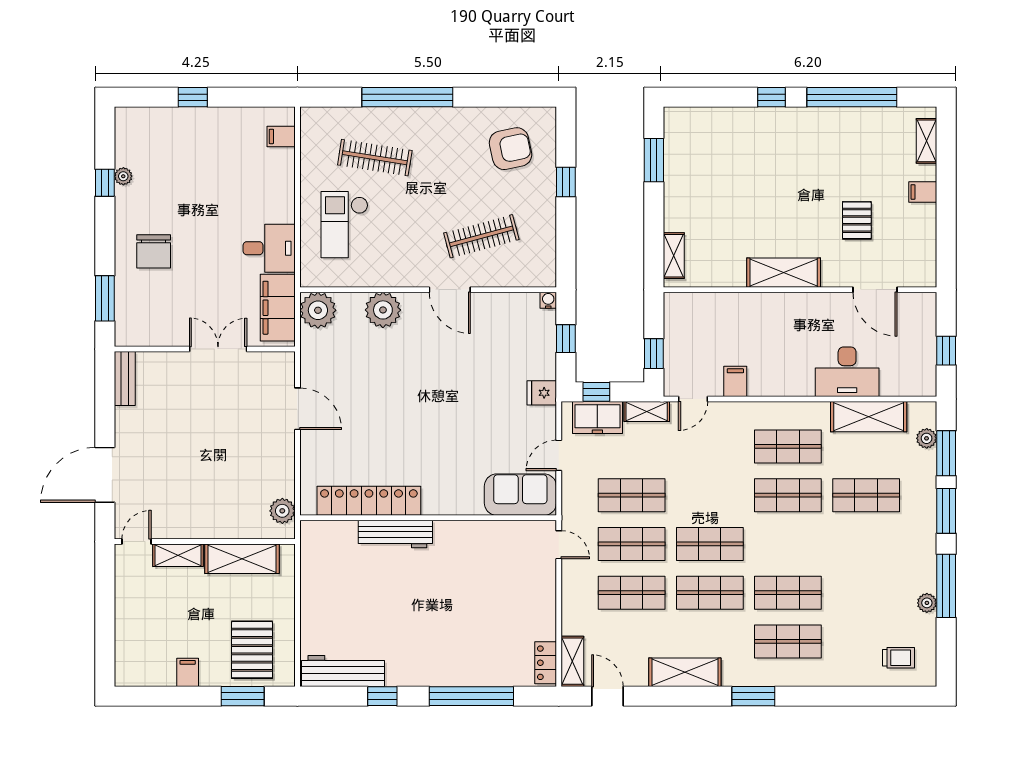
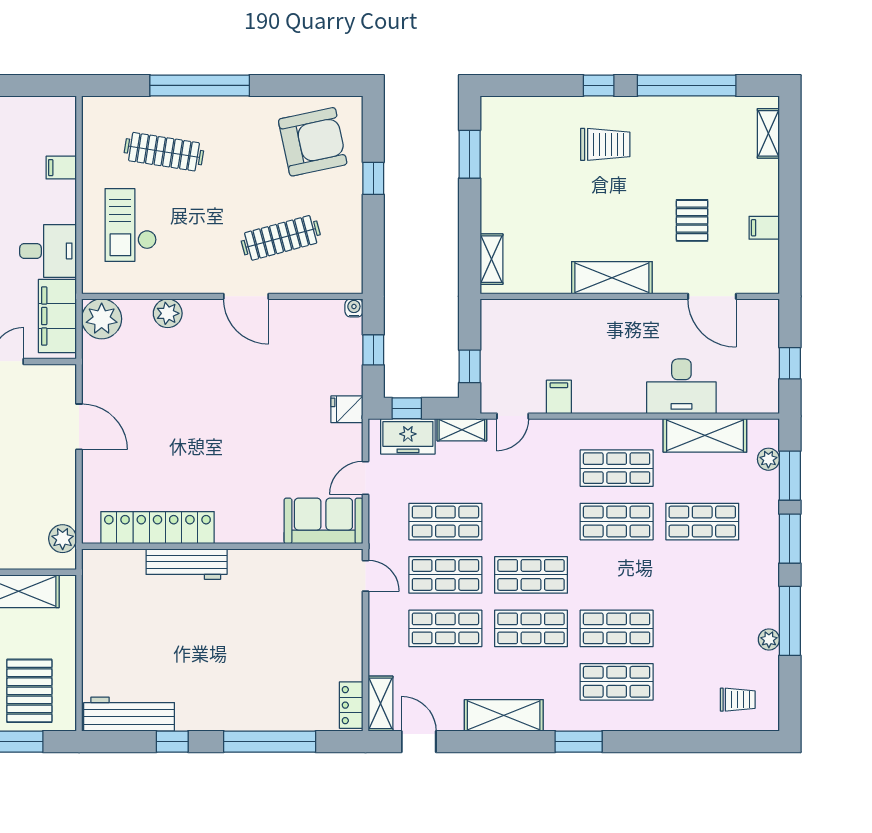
filing cabinet: (281, 136) -> (61, 168), moved
armchair: (511, 149) -> (313, 142), width x1.36, depth x1.36
trolley: (778, 151) -> (605, 144), added
filing cabinet: (923, 192) -> (764, 228), moved
plant: (383, 310) -> (168, 313), width x0.73, depth x0.73

